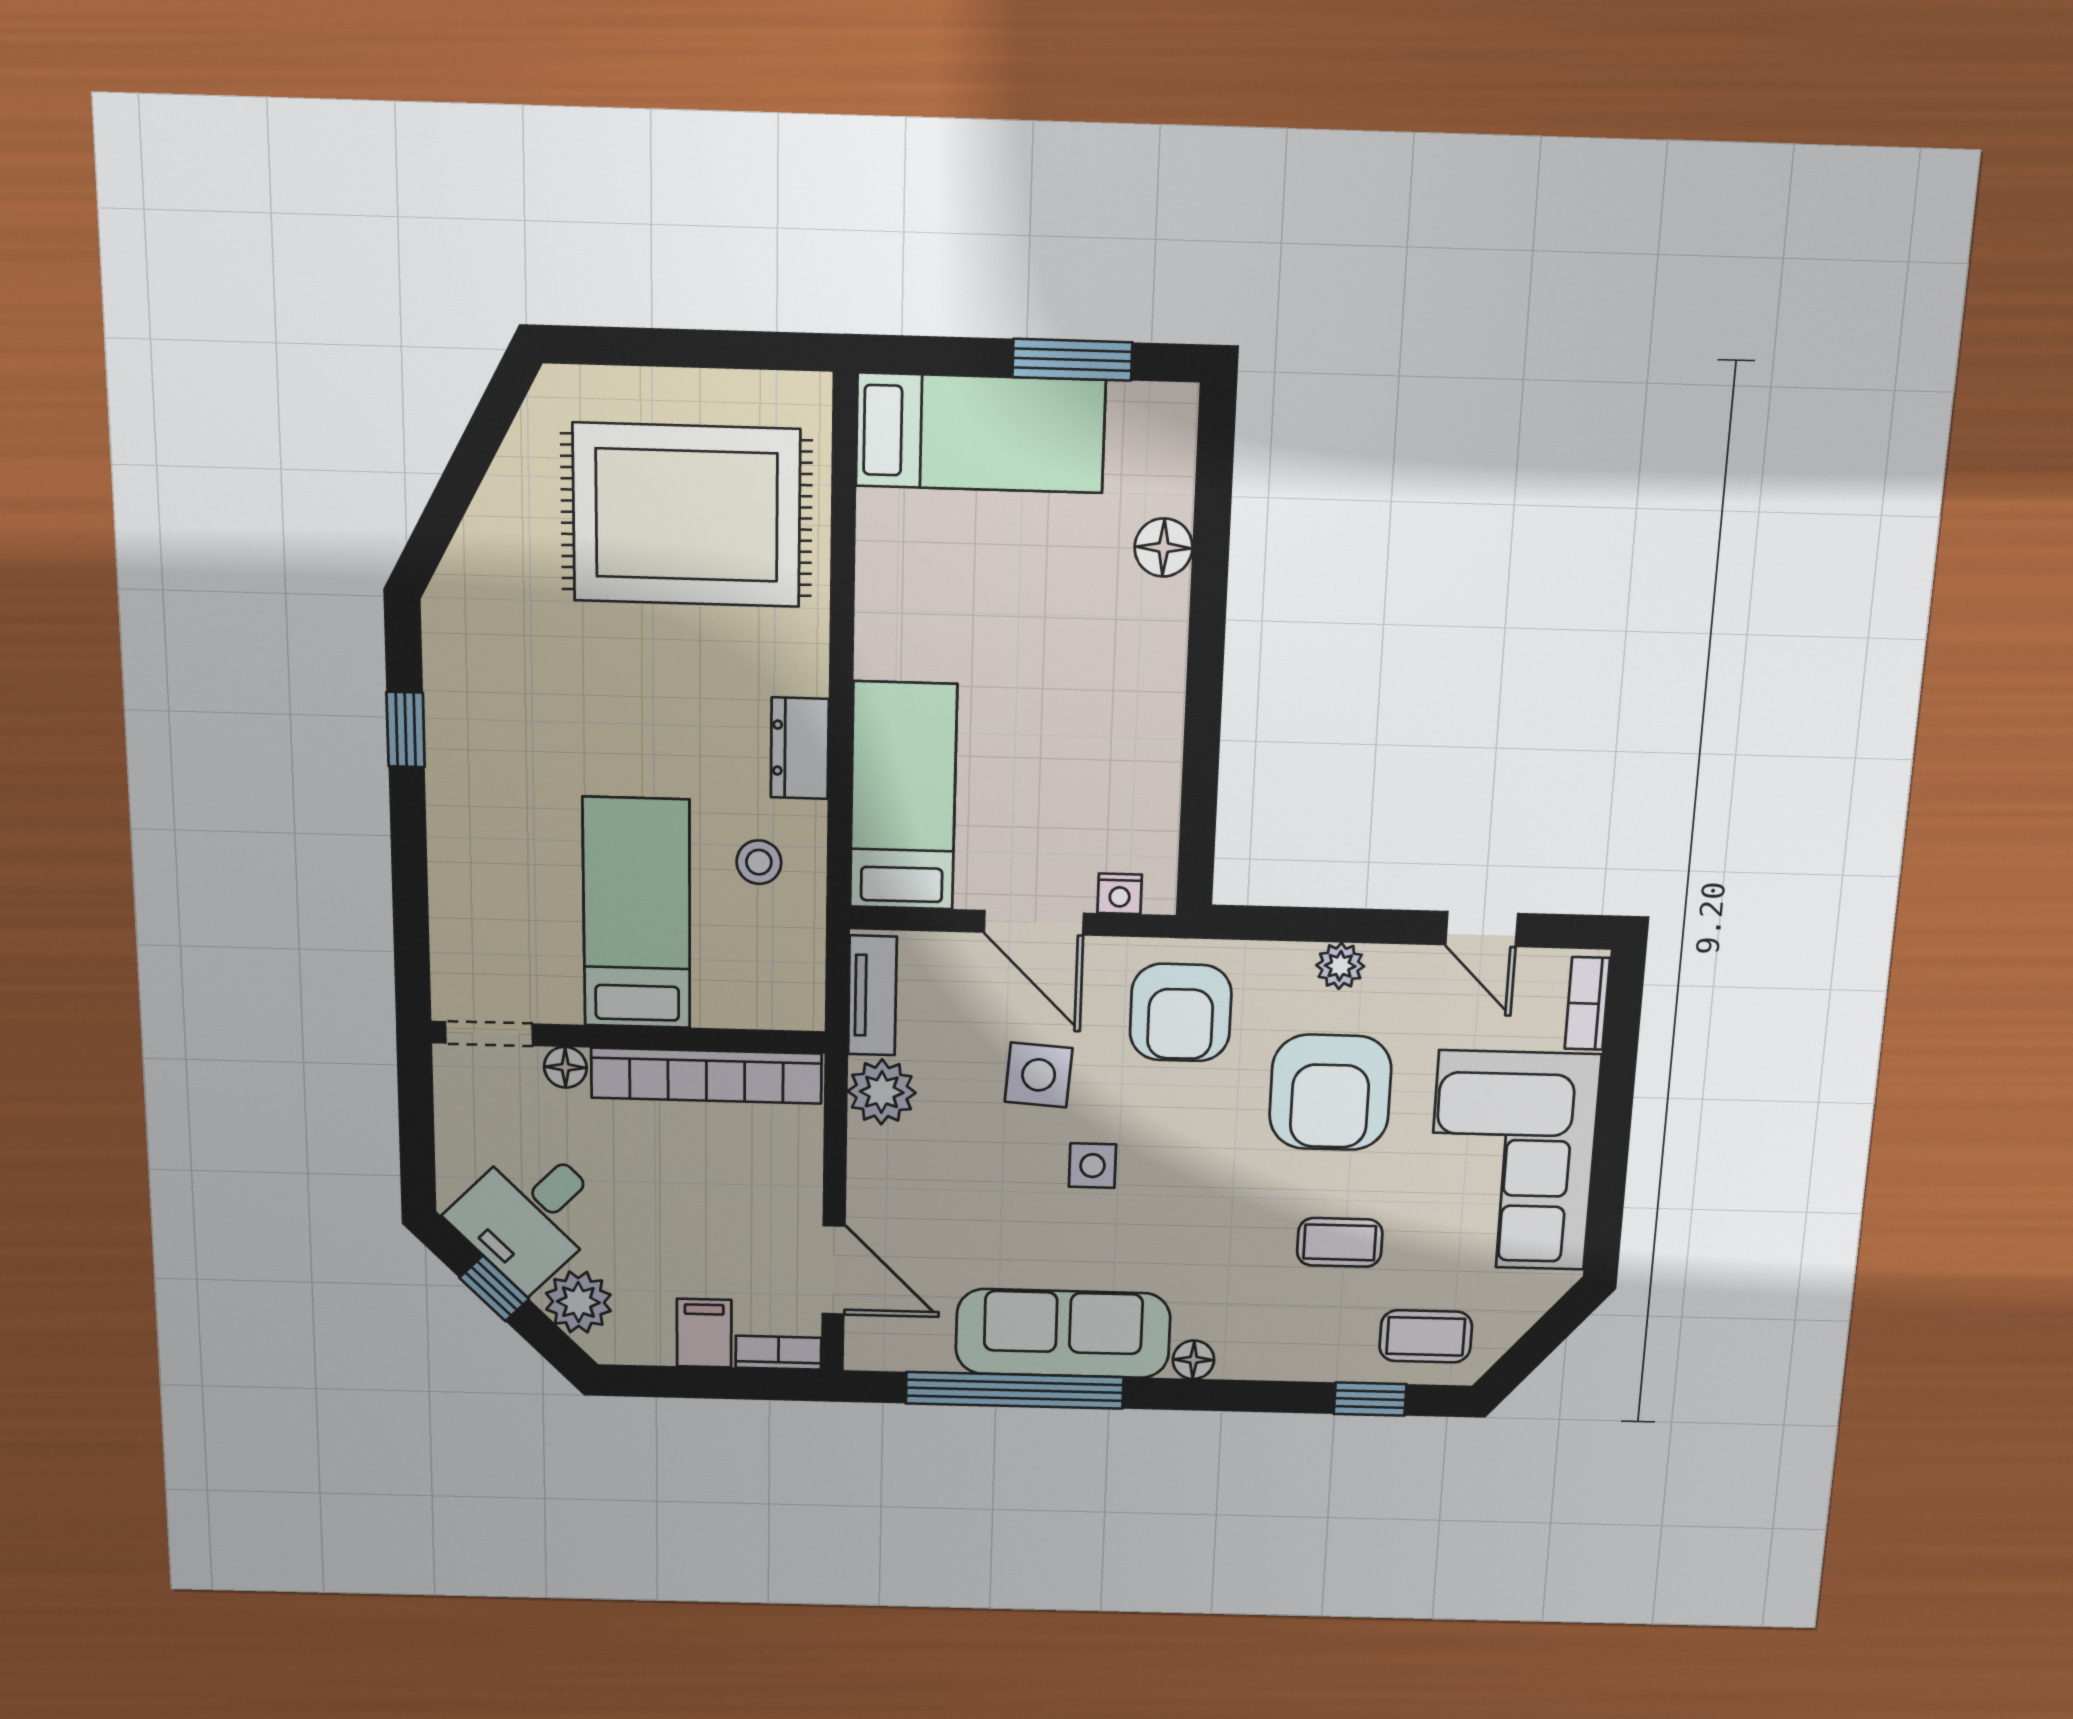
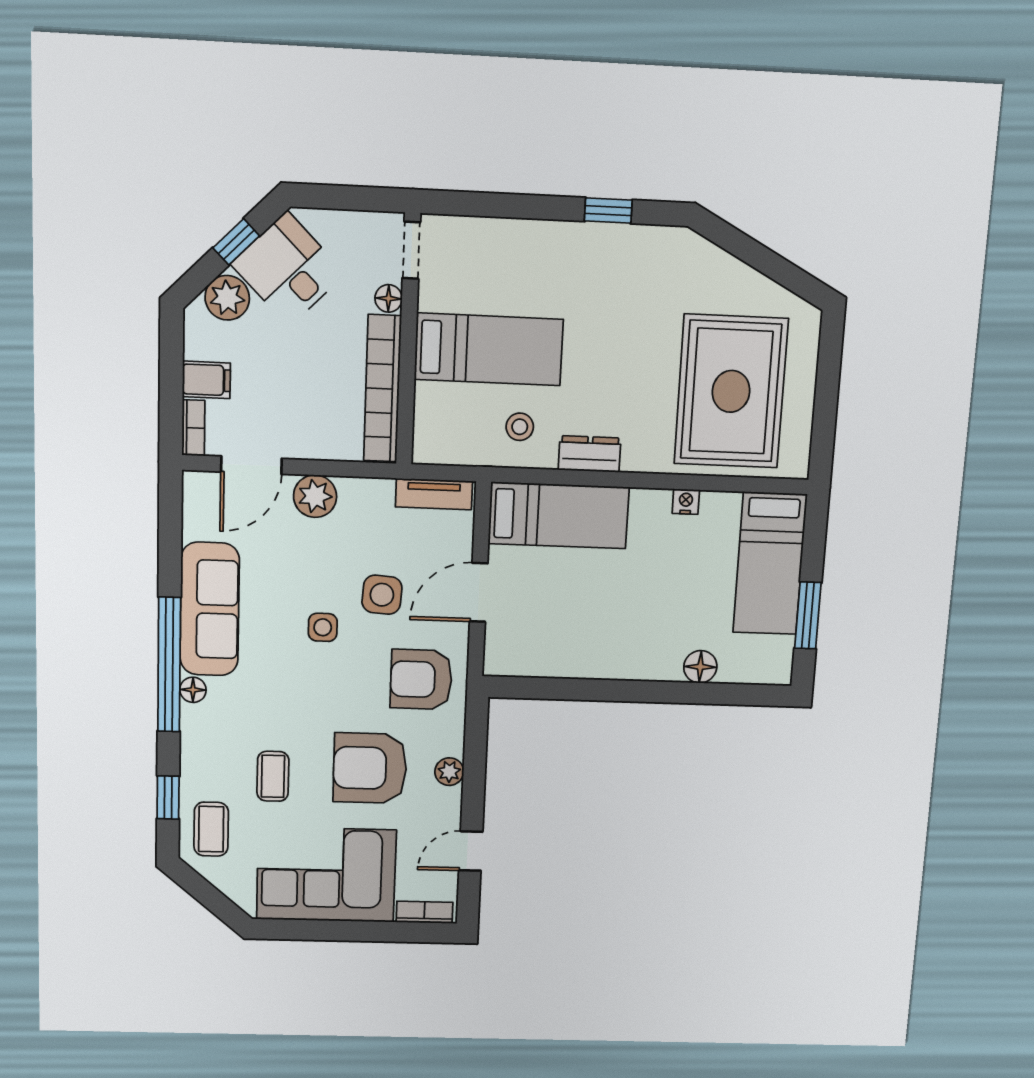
nightstand: (1120, 894) -> (686, 502), moved, turned 90
plant: (882, 1092) -> (315, 496), moved
window: (1015, 1390) -> (169, 665), moved

